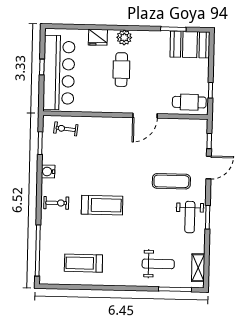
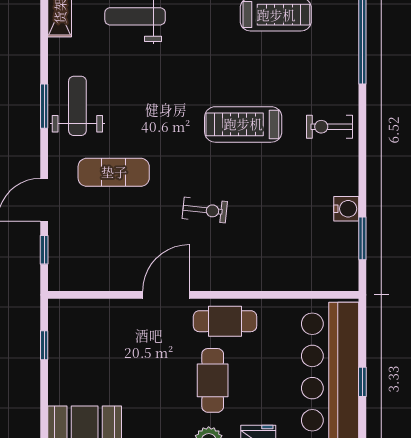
cafe table: (189, 102) -> (225, 321), moved
exercise bike: (66, 129) -> (205, 210), moved
water cooler: (48, 171) -> (346, 209), moved

